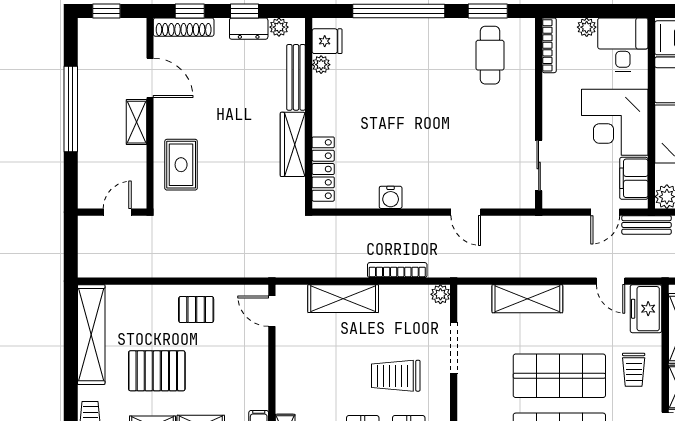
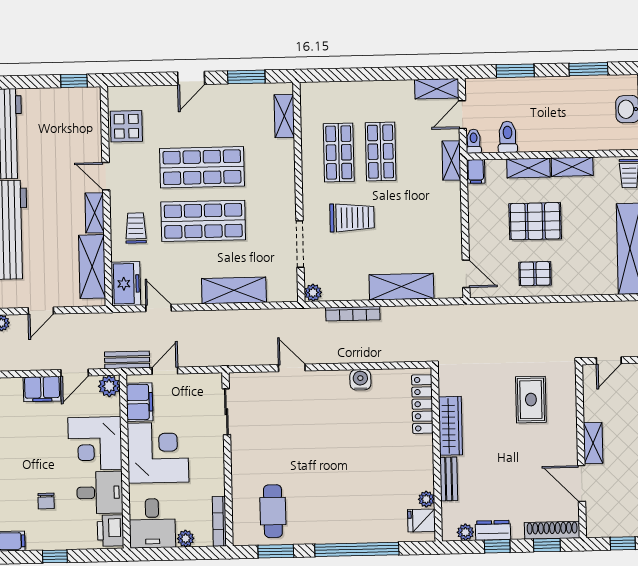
bench: (296, 77) -> (449, 479), width x0.73
rug: (181, 165) -> (531, 400), moved
pallet: (157, 371) -> (535, 221), moved

